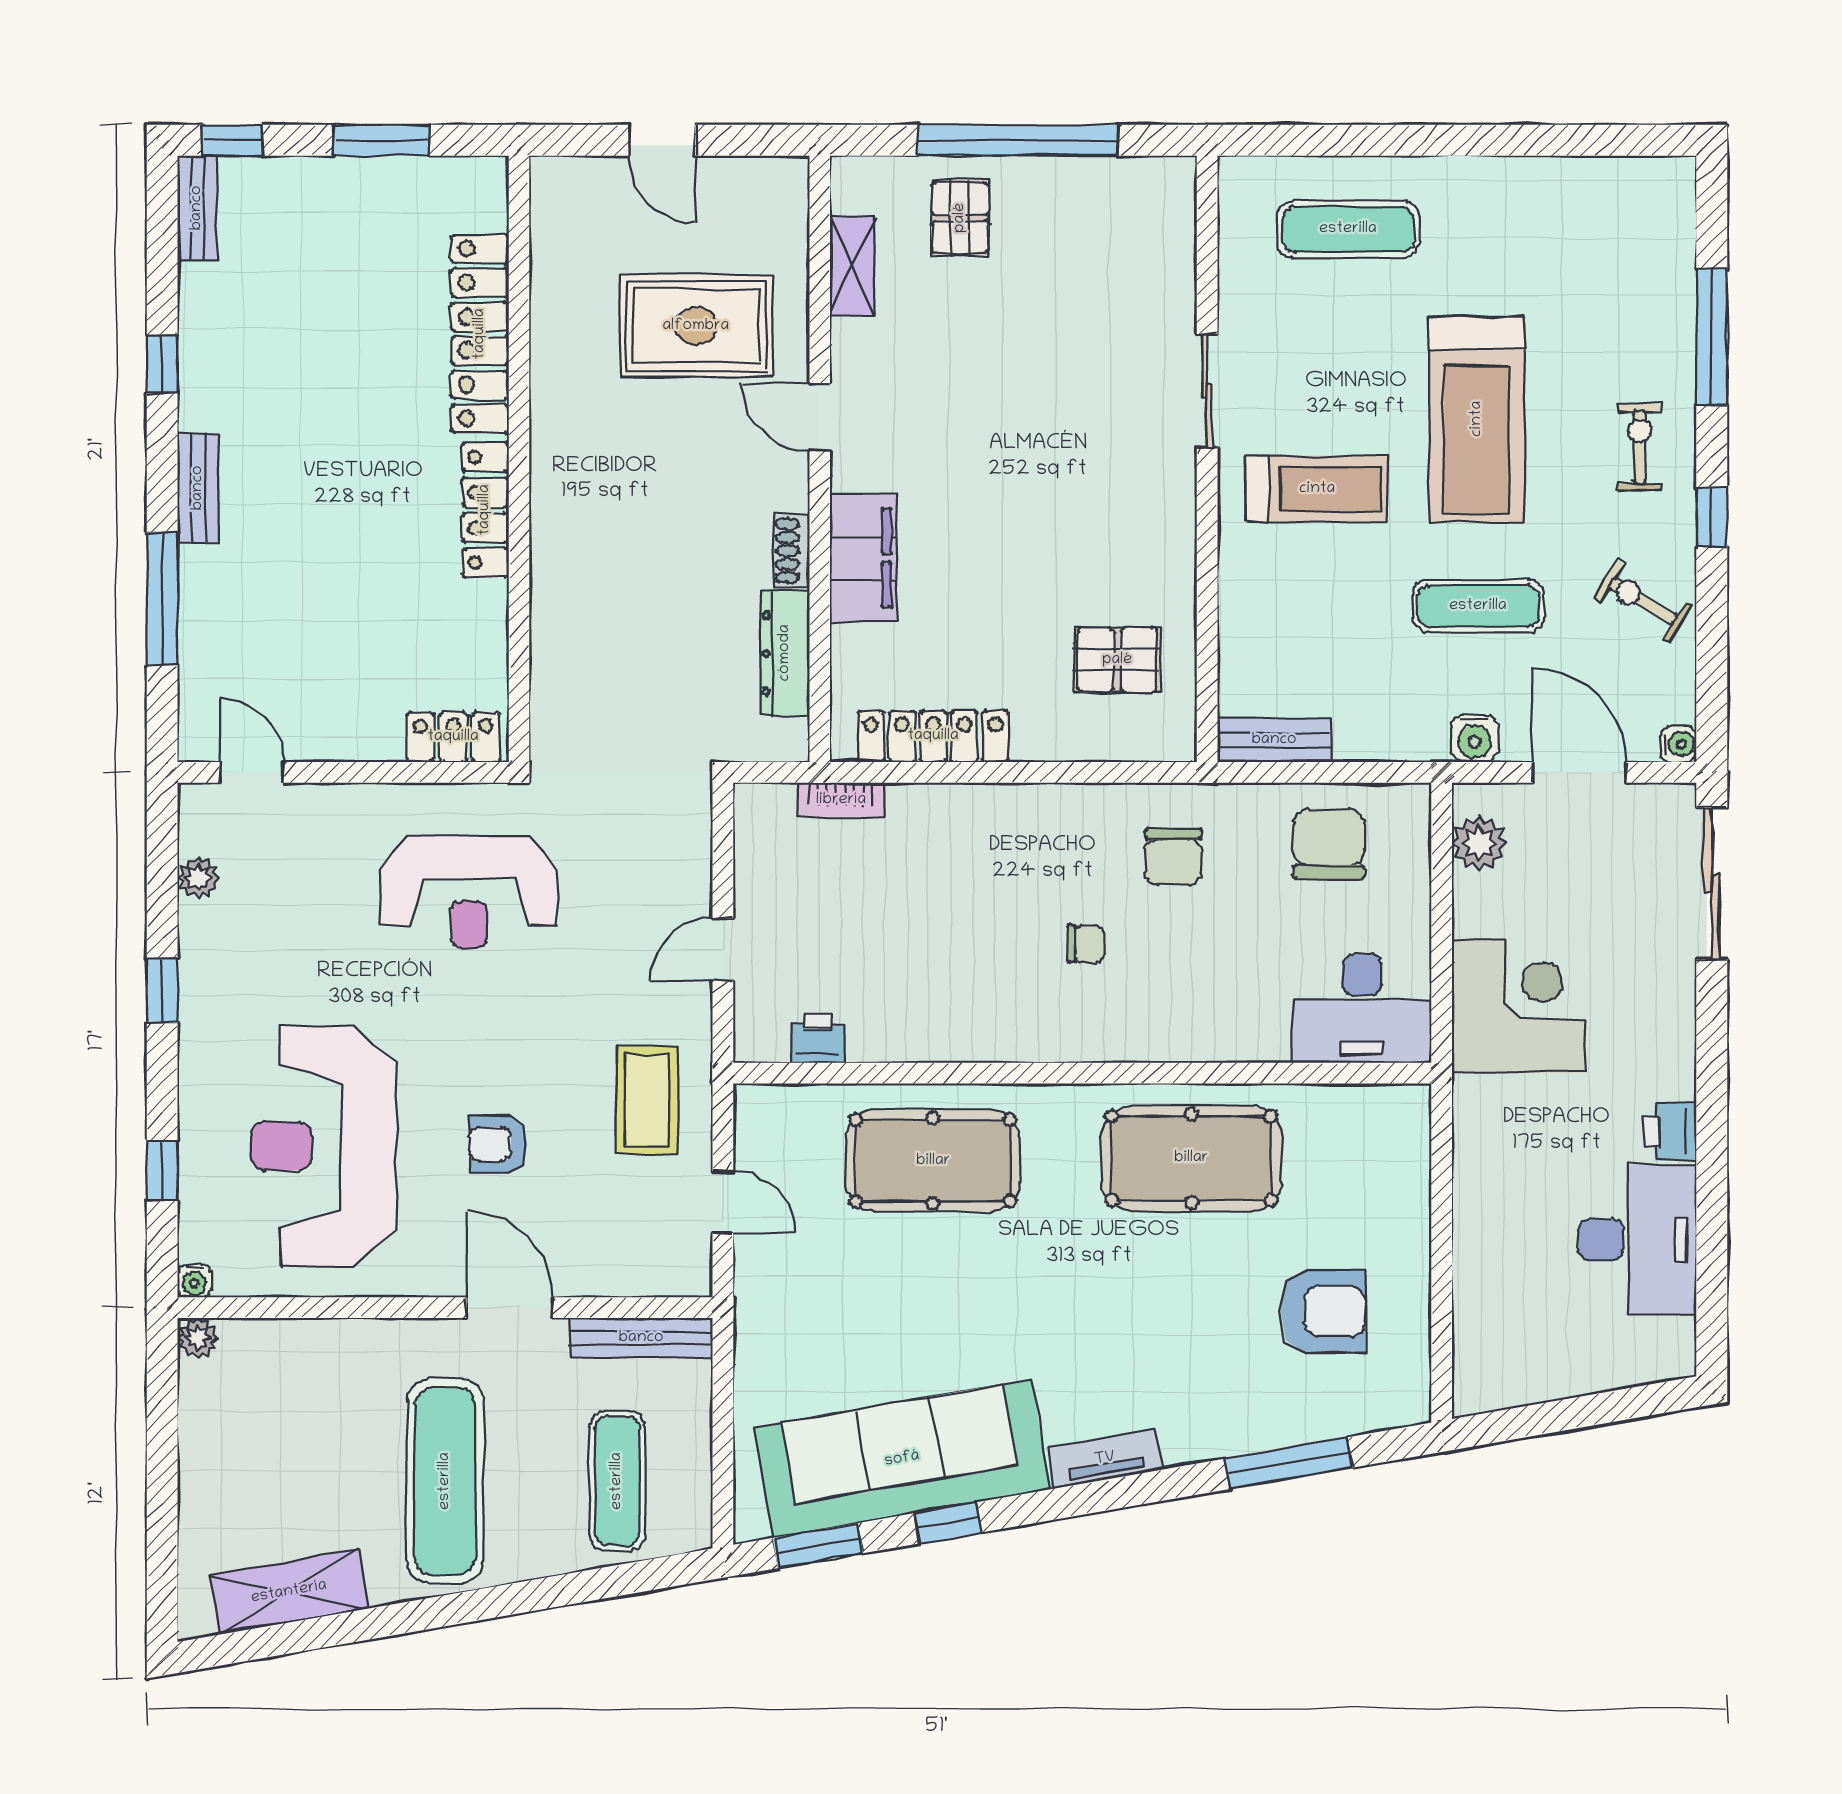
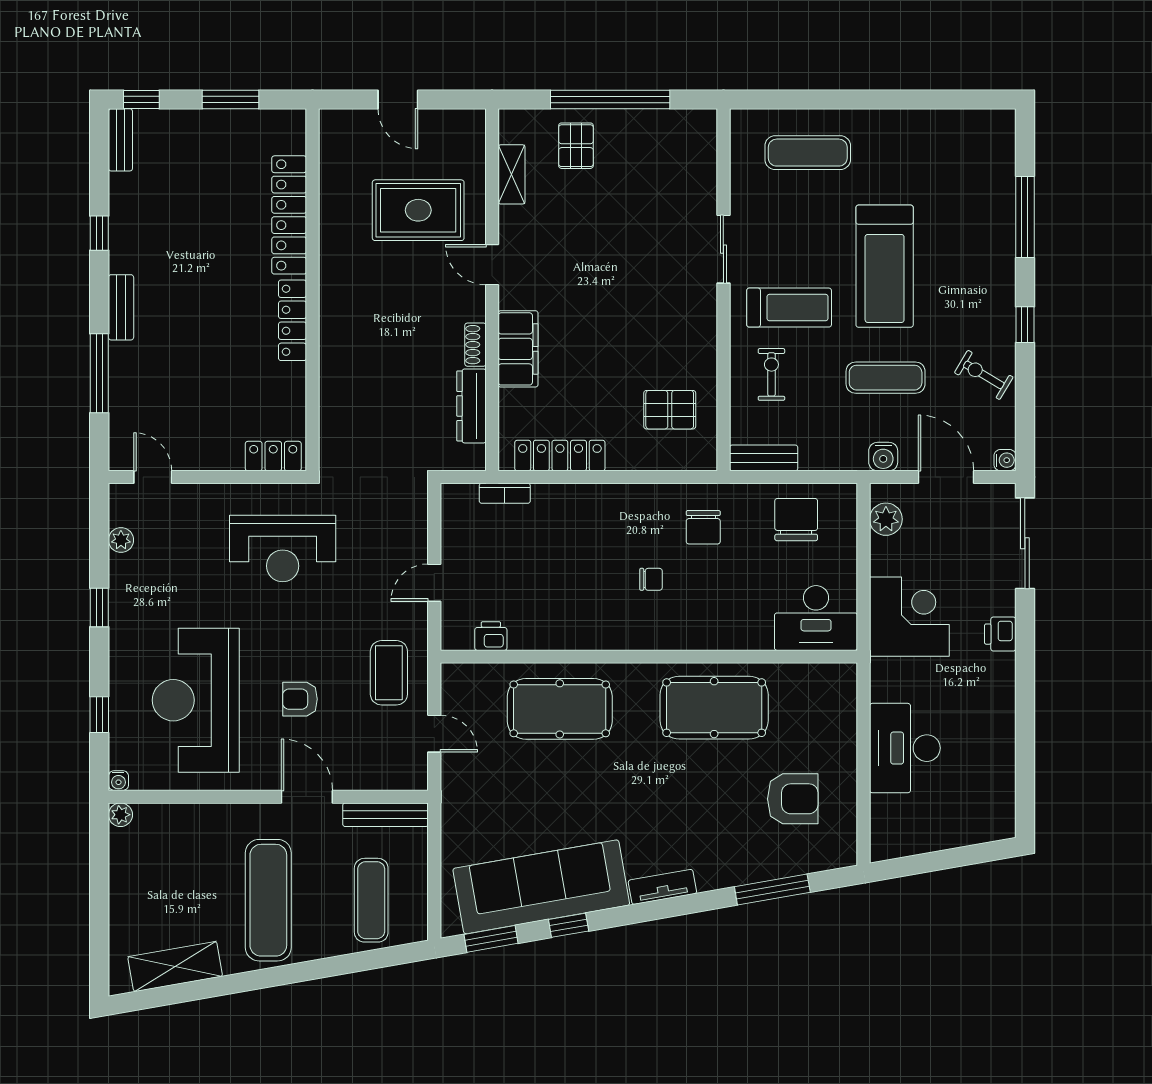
exercise bike: (1640, 447) -> (771, 374), moved
printer: (1670, 1132) -> (1000, 634), moved
desk: (1637, 1240) -> (905, 748), moved, turned 180

